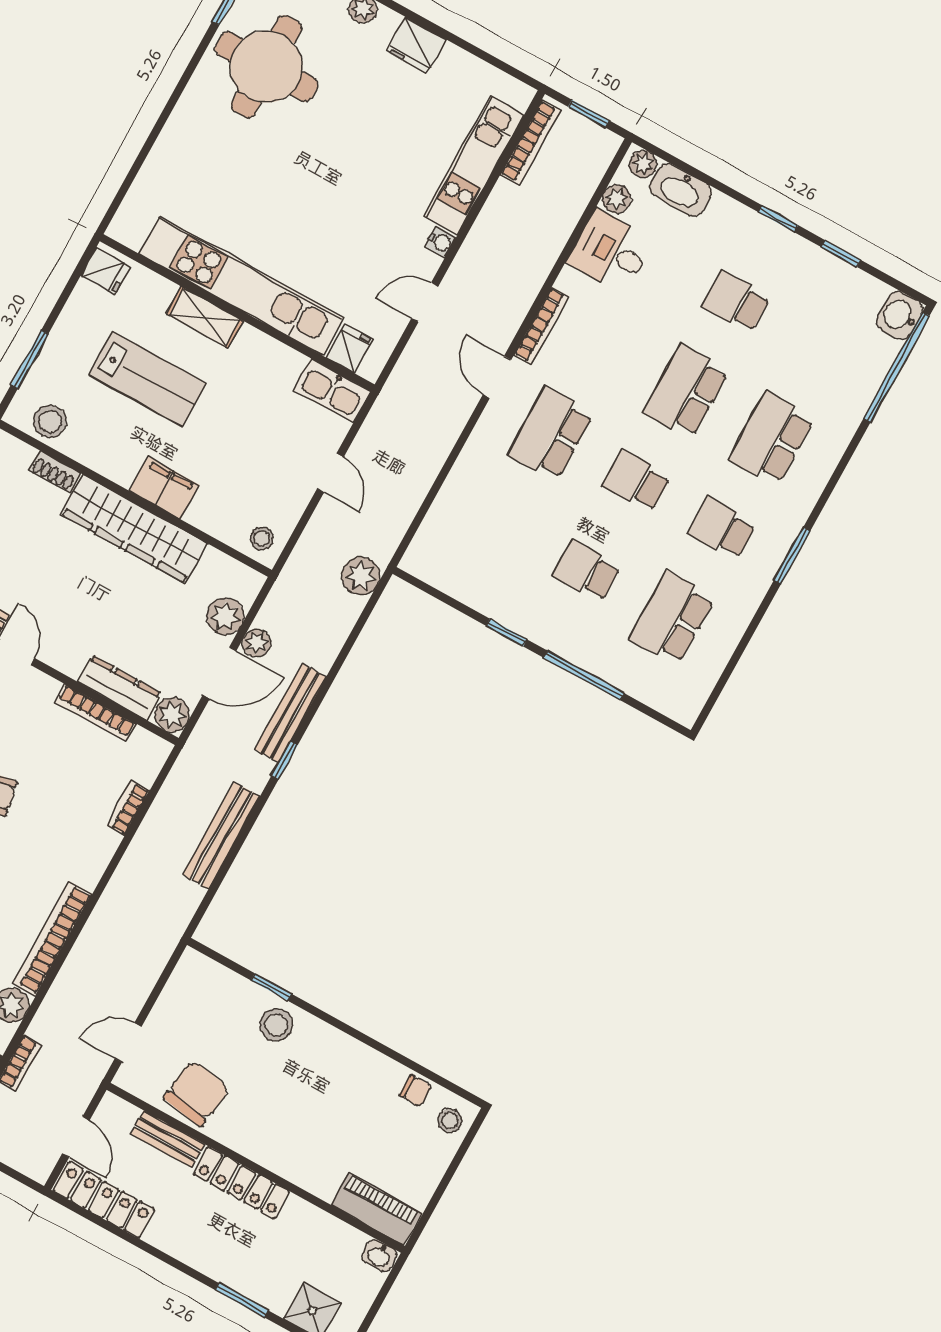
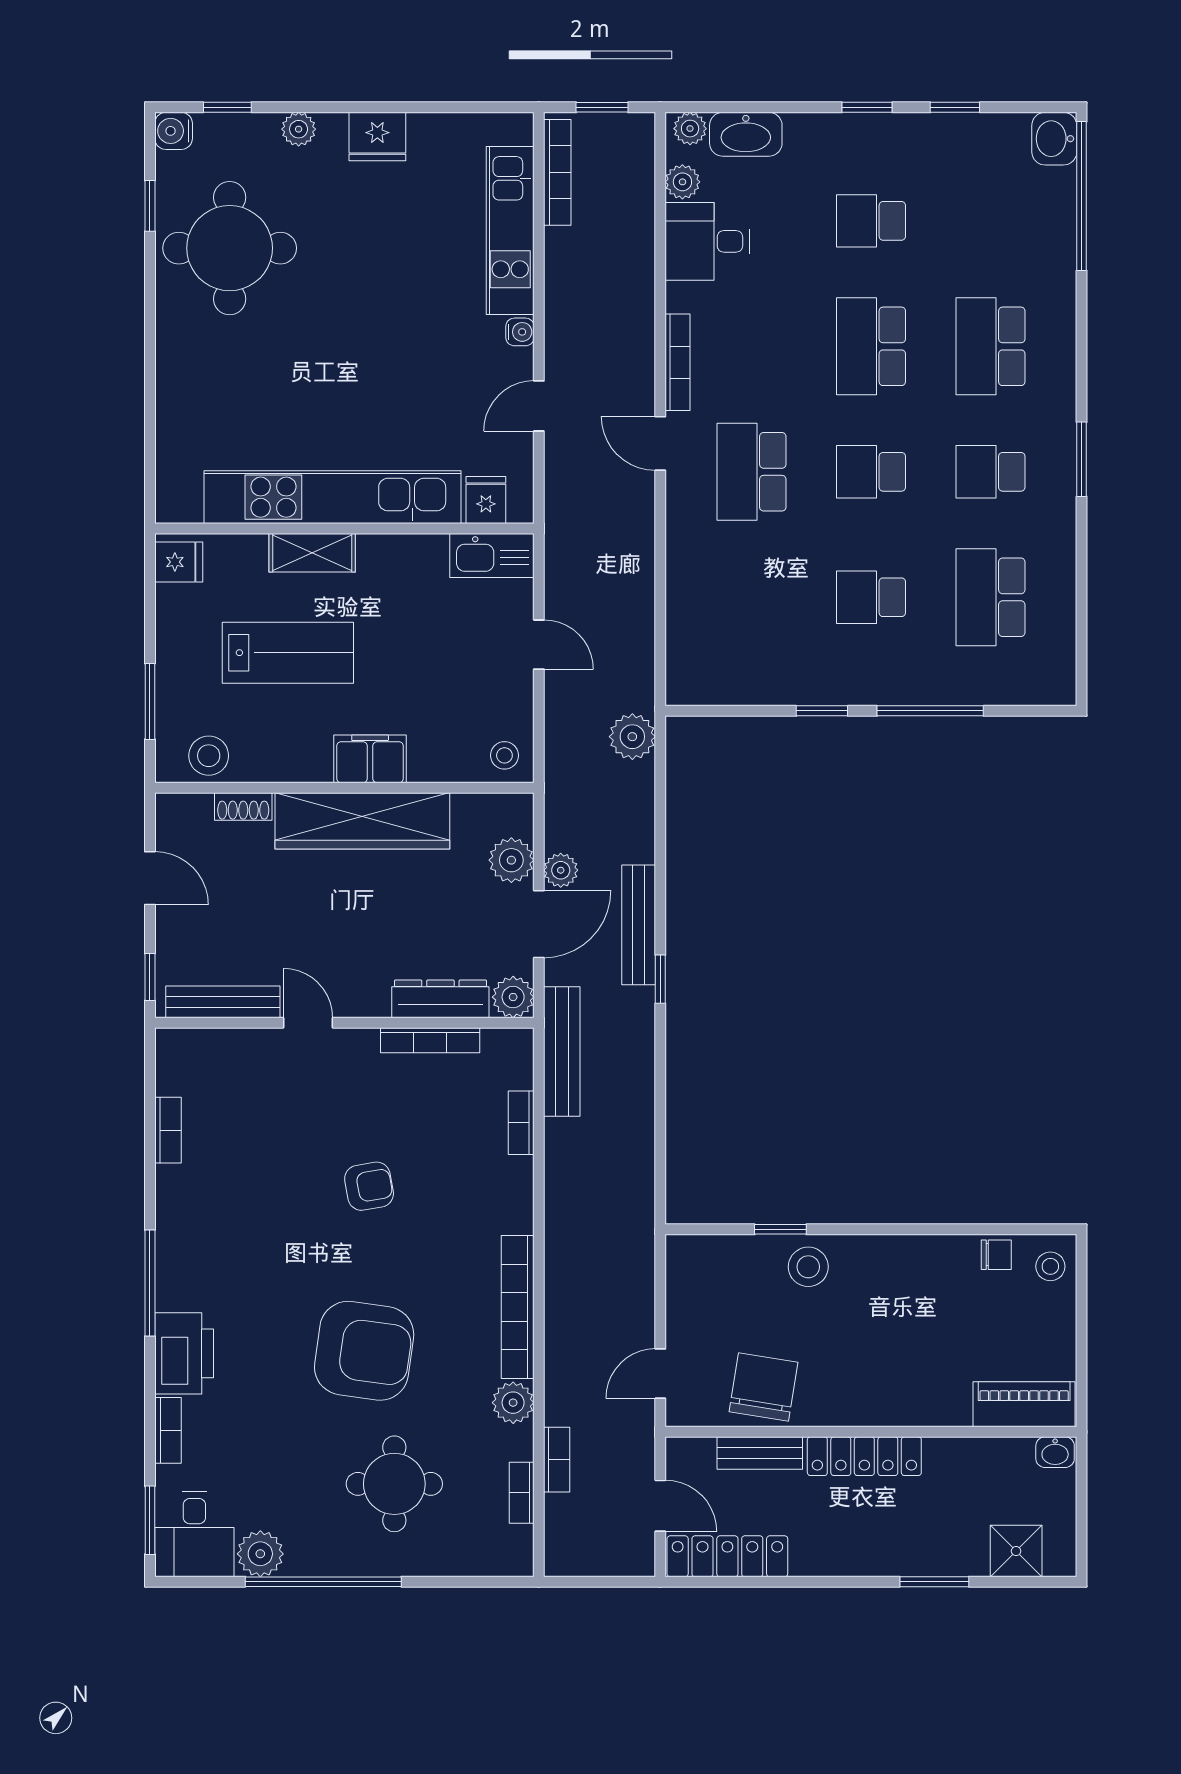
bench: (221, 836) -> (562, 1051), moved

